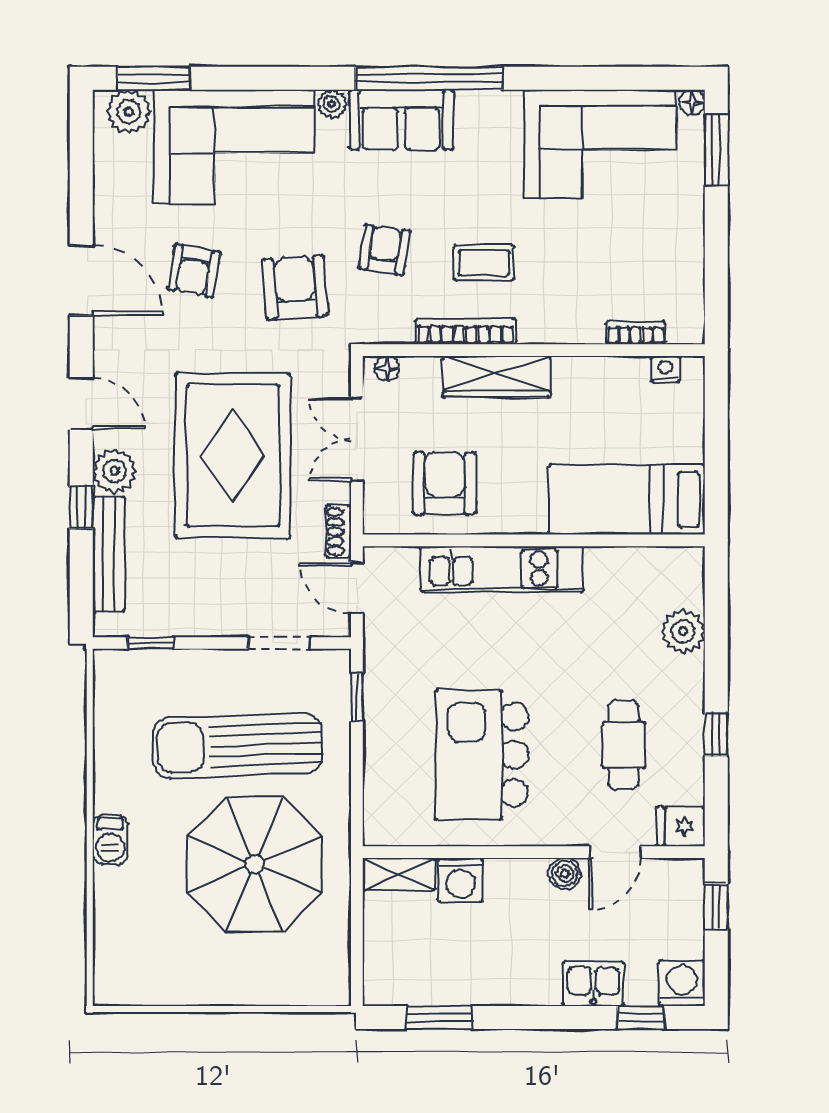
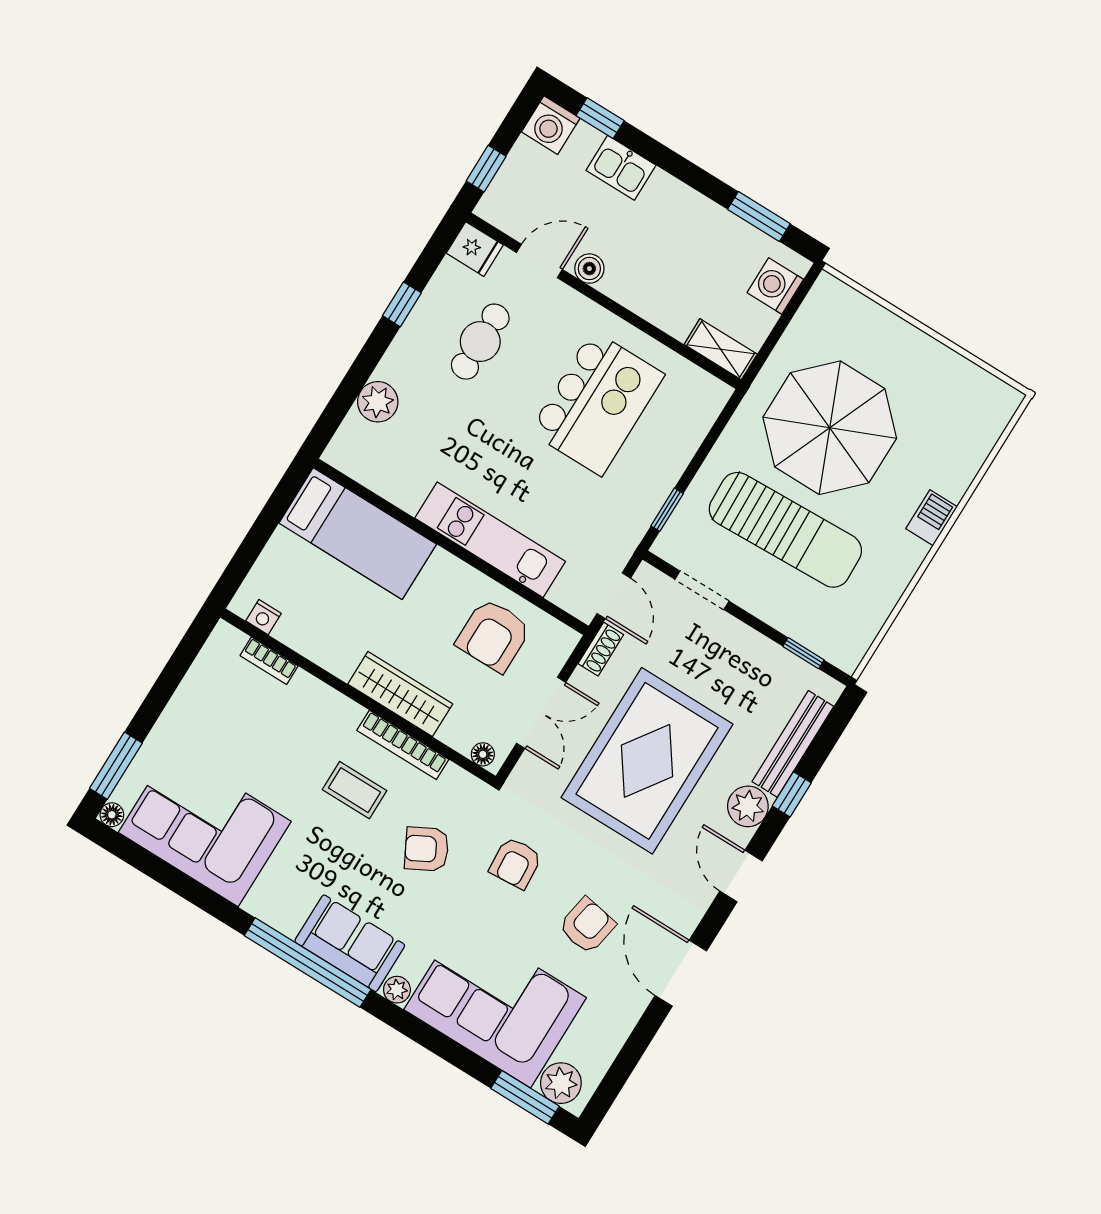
armchair: (384, 250) -> (427, 849), turned 53
armchair: (295, 287) -> (516, 863), width x0.72, depth x0.72
washing machine: (460, 880) -> (775, 286), moved, turned -90

